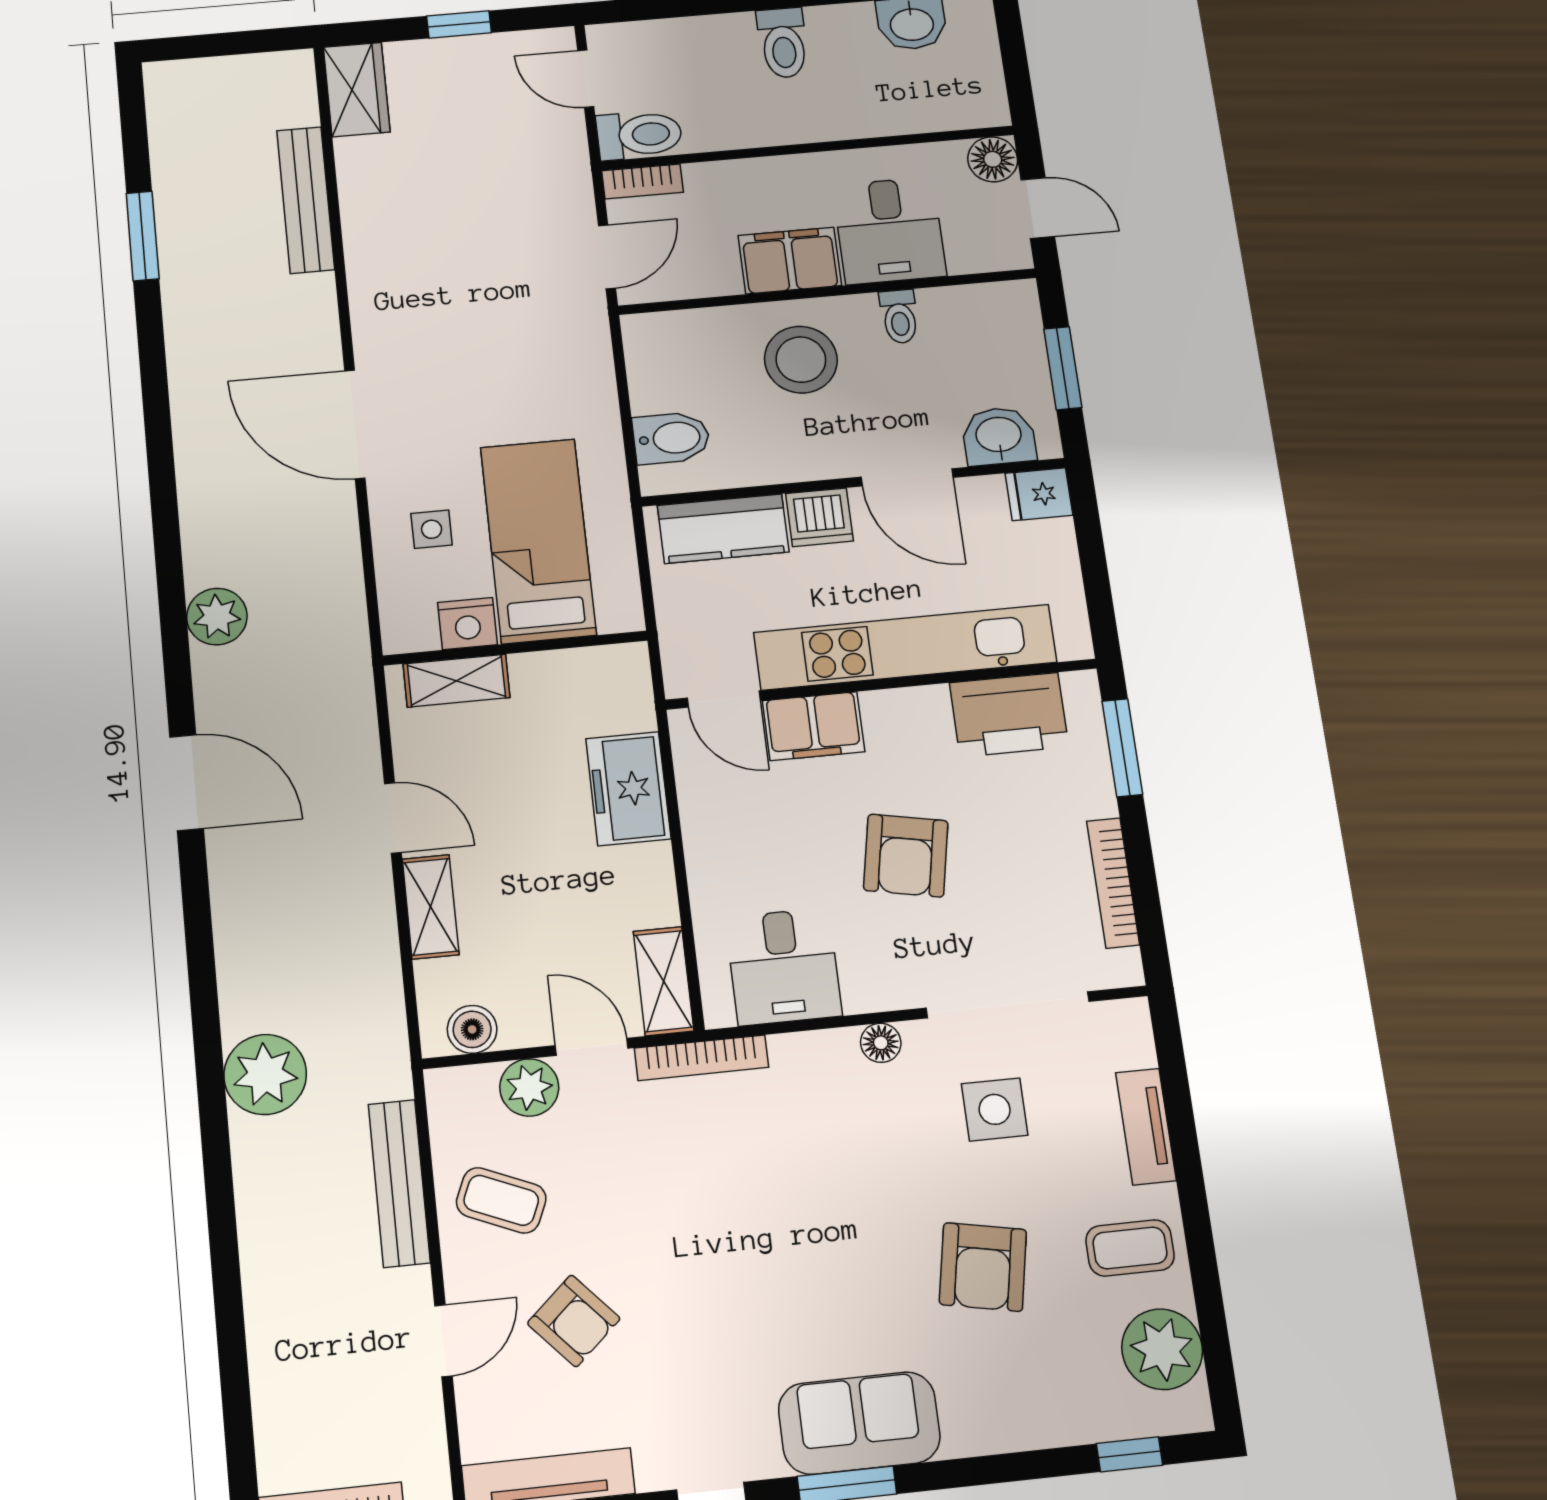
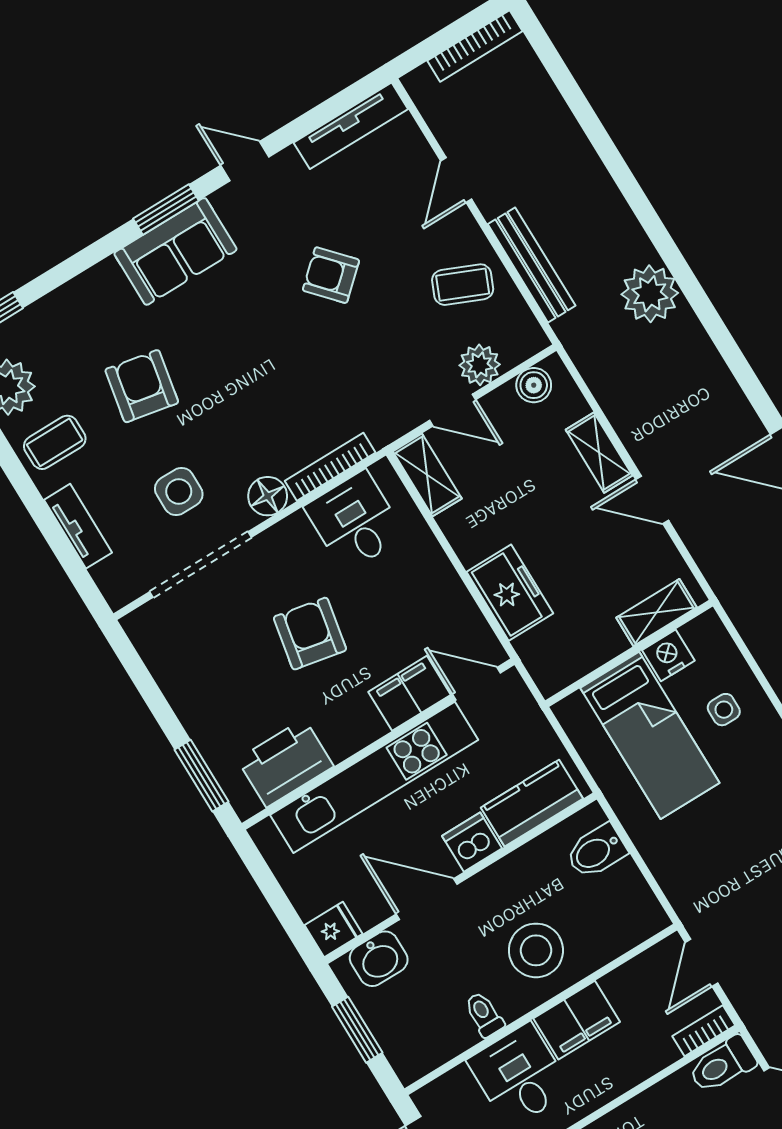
bookcase: (1113, 883) -> (168, 679), removed
floor lamp: (881, 1043) -> (268, 496), width x1.37, depth x1.37
bookcase: (702, 1058) -> (330, 467), moved
armchair: (574, 1321) -> (331, 275), moved

